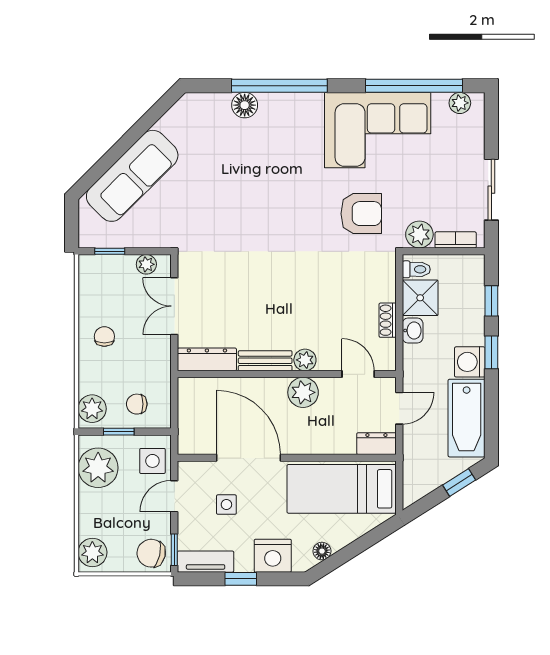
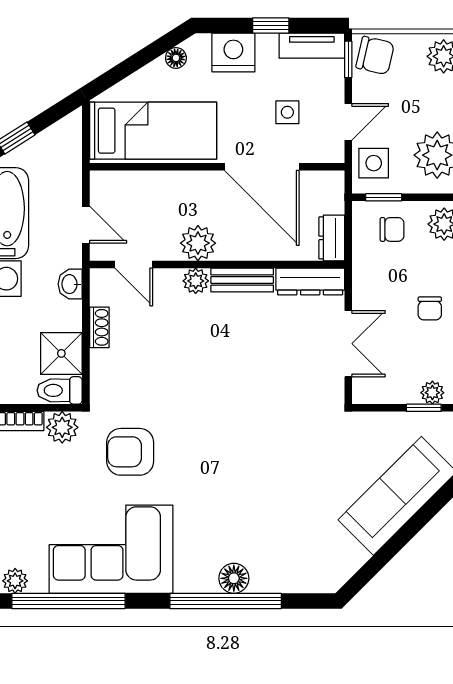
floor lamp: (245, 105) -> (234, 578), moved
plant: (146, 264) -> (432, 393), moved
toilet: (416, 269) -> (60, 390), width x1.37, depth x1.39
washbasin: (413, 330) -> (70, 284), moved
door: (399, 408) -> (86, 225), swing flipped
window: (119, 432) -> (384, 197), moved
dresser: (376, 444) -> (332, 238), moved, turned 90

